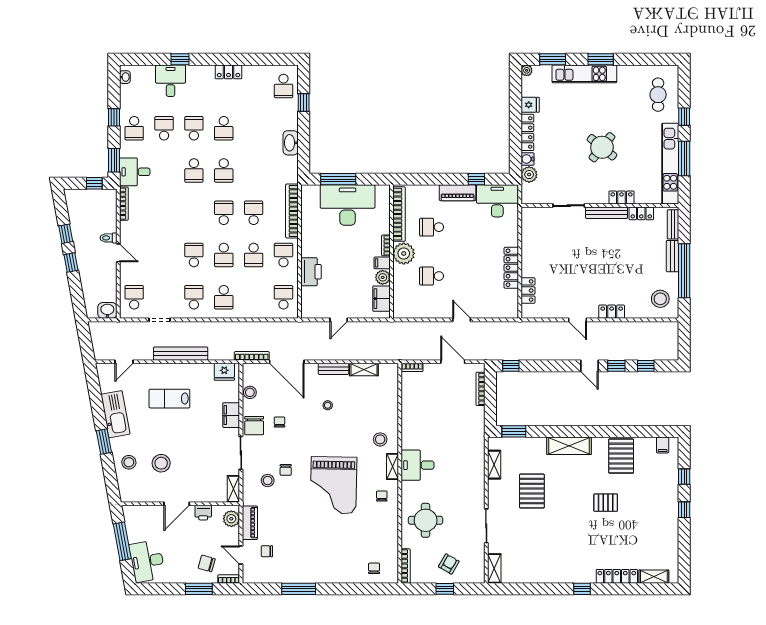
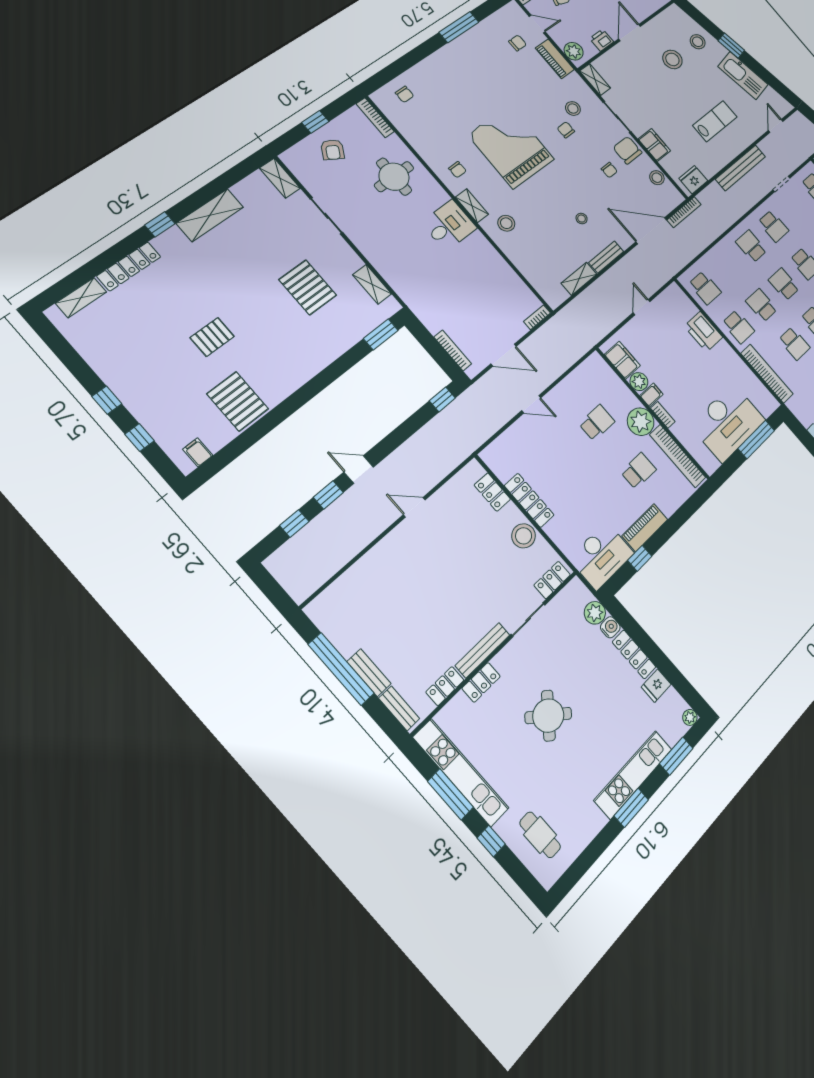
stool: (660, 299) -> (524, 536), moved
locker: (612, 312) -> (552, 580), moved, turned 180
shelving: (569, 446) -> (210, 215), moved

